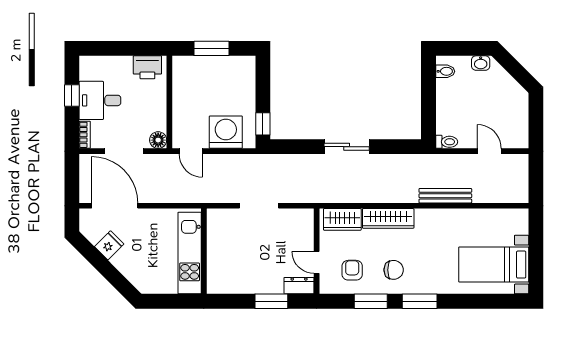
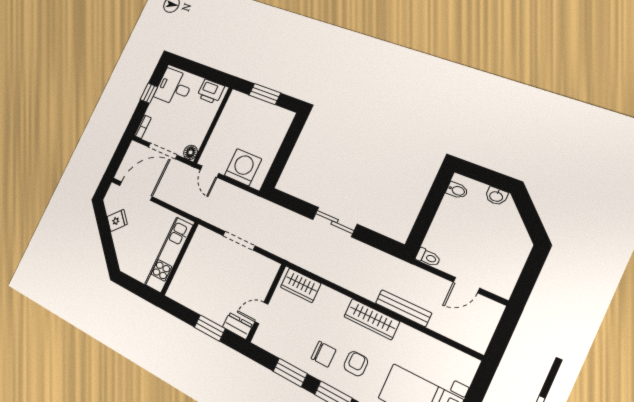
desk: (100, 100) -> (174, 87), moved
window: (263, 124) -> (275, 173), removed
door: (489, 151) -> (466, 285), swing flipped
door: (115, 206) -> (136, 191), hinge flipped
wardrobe: (388, 218) -> (372, 319), moved
door: (317, 262) -> (261, 313), hinge flipped
armchair: (352, 270) -> (356, 364), moved

